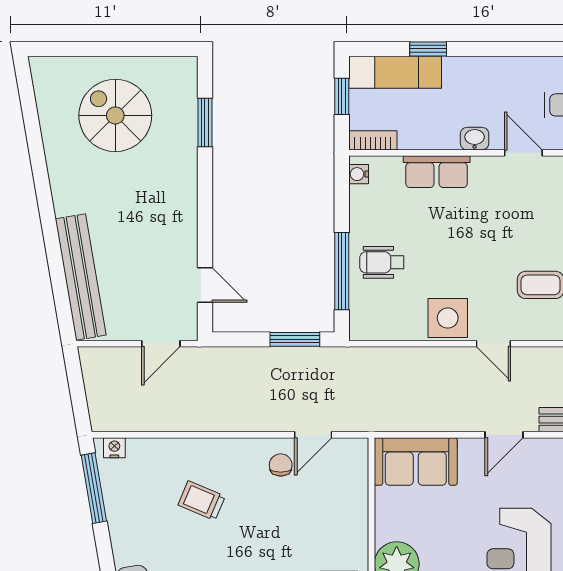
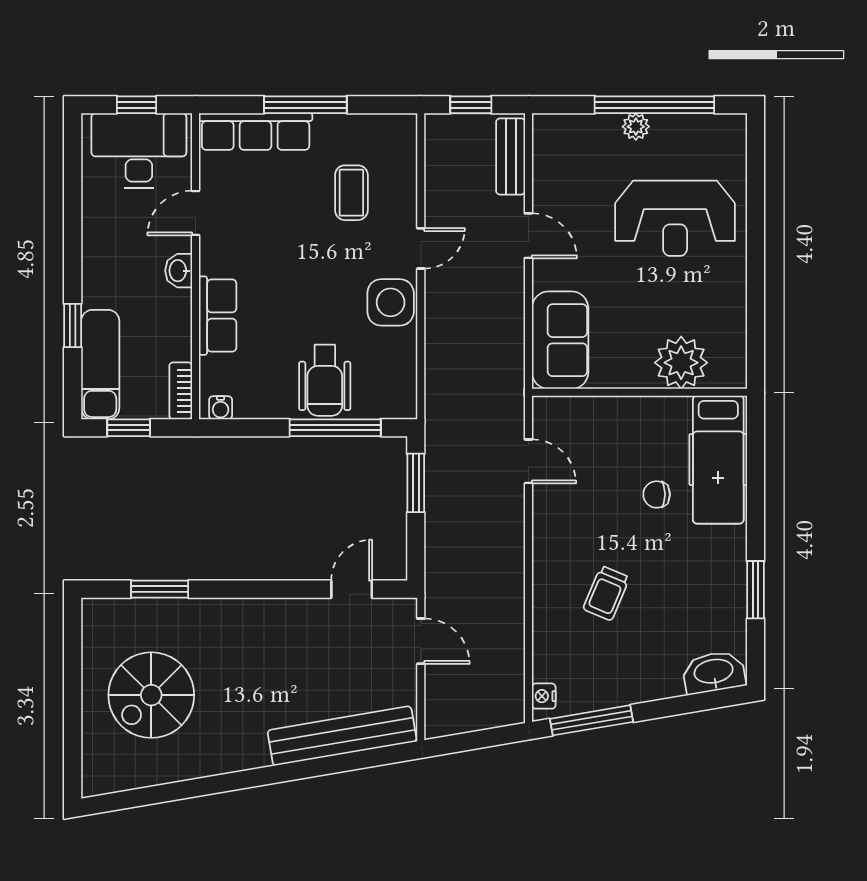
wheelchair: (382, 262) -> (325, 380), width x1.36, depth x1.37
chair: (281, 465) -> (657, 494), moved

